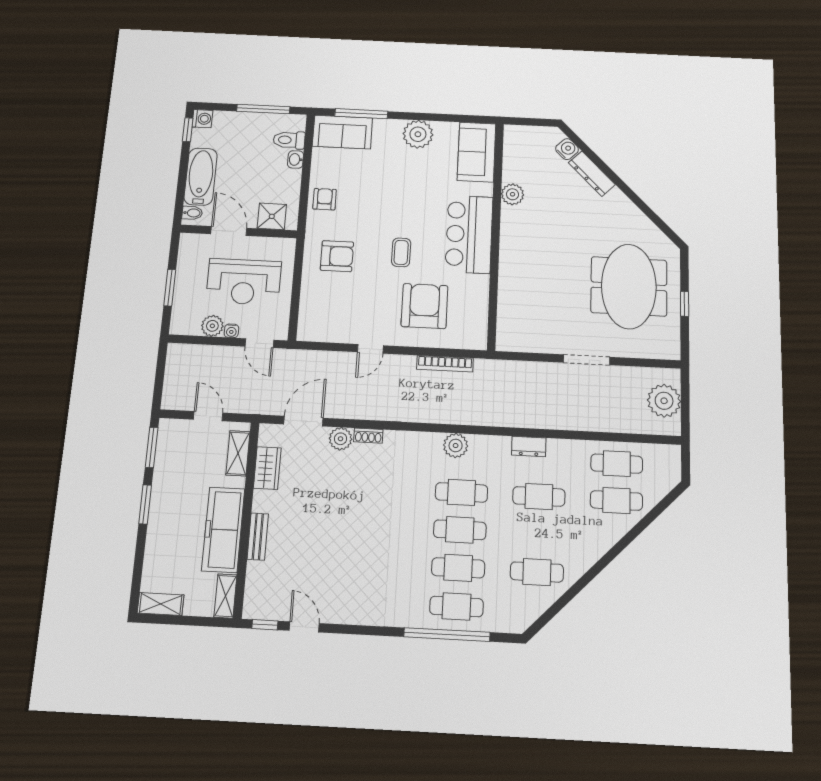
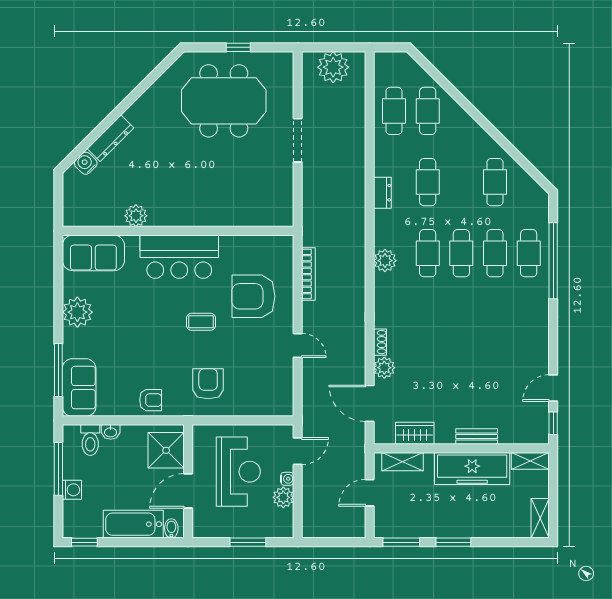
washing machine: (202, 119) -> (72, 490), moved, turned 90
armchair: (325, 199) -> (151, 400), turned 180
shower: (272, 216) -> (166, 450), width x1.36, depth x1.36

